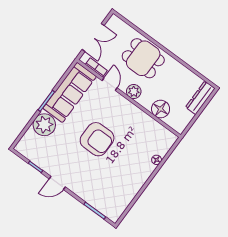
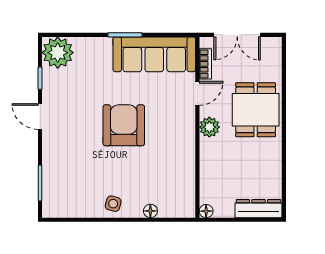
floor lamp: (161, 109) -> (206, 211), moved, width x0.53, depth x0.53
plant: (44, 125) -> (58, 53), moved
armchair: (97, 139) -> (124, 125), turned 180
side table: (137, 178) -> (113, 204), added

